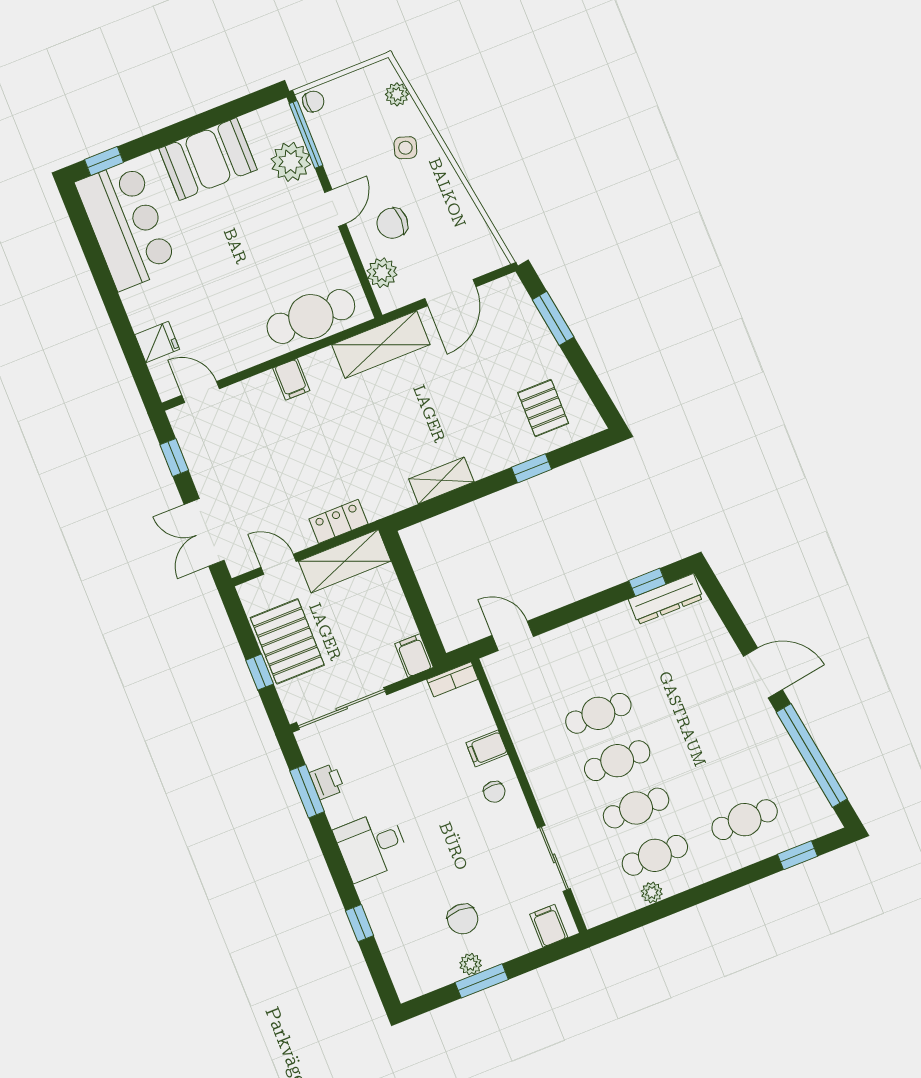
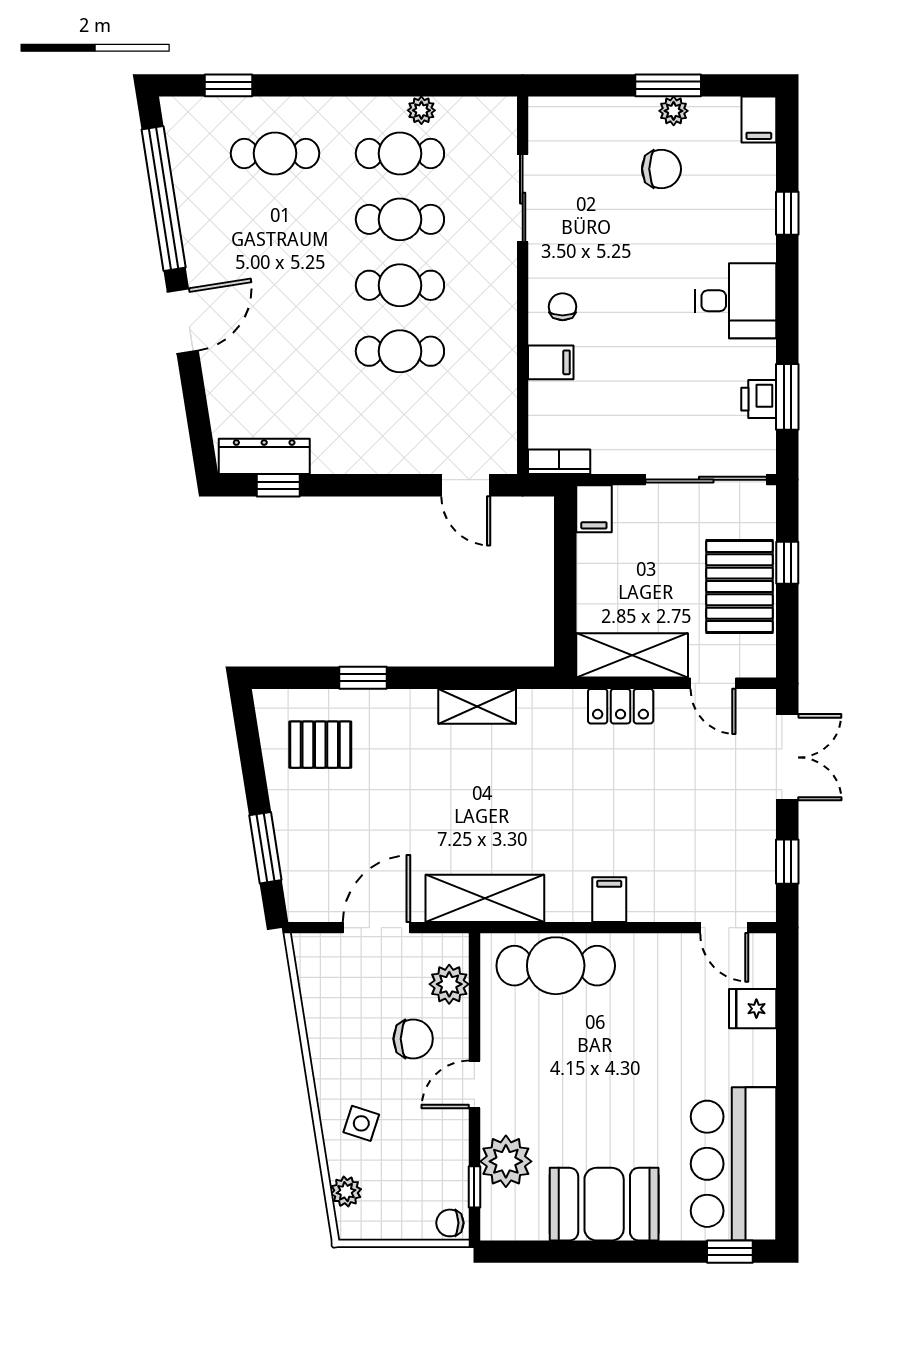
window: (306, 134) -> (474, 1187), width x0.46
pallet: (543, 408) -> (320, 745), turned 90
door: (763, 673) -> (183, 321), swing flipped
chair: (463, 919) -> (661, 169), turned 90
filing cabinet: (549, 926) -> (759, 120), moved

